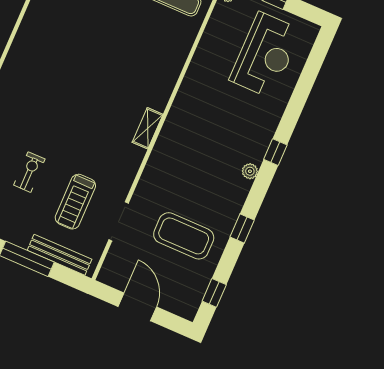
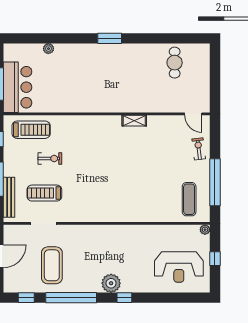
shelving: (148, 128) -> (134, 121), moved
plant: (250, 171) -> (111, 283), width x1.88, depth x1.88
window: (242, 228) -> (71, 298), width x3.17

